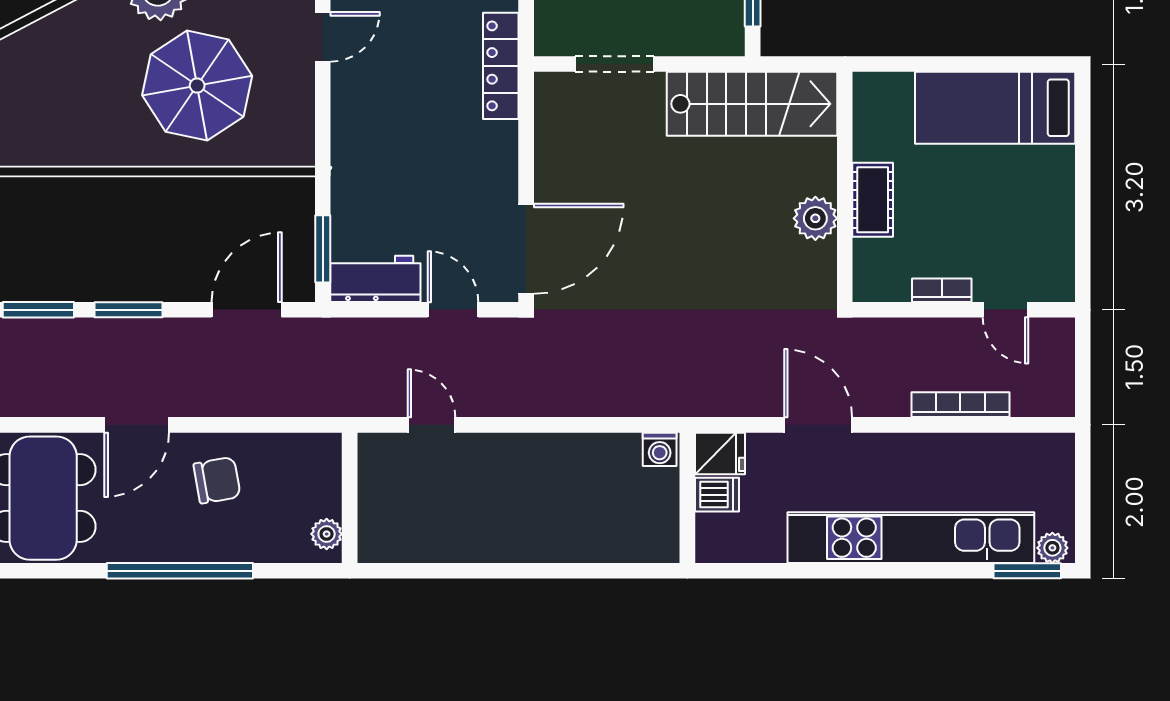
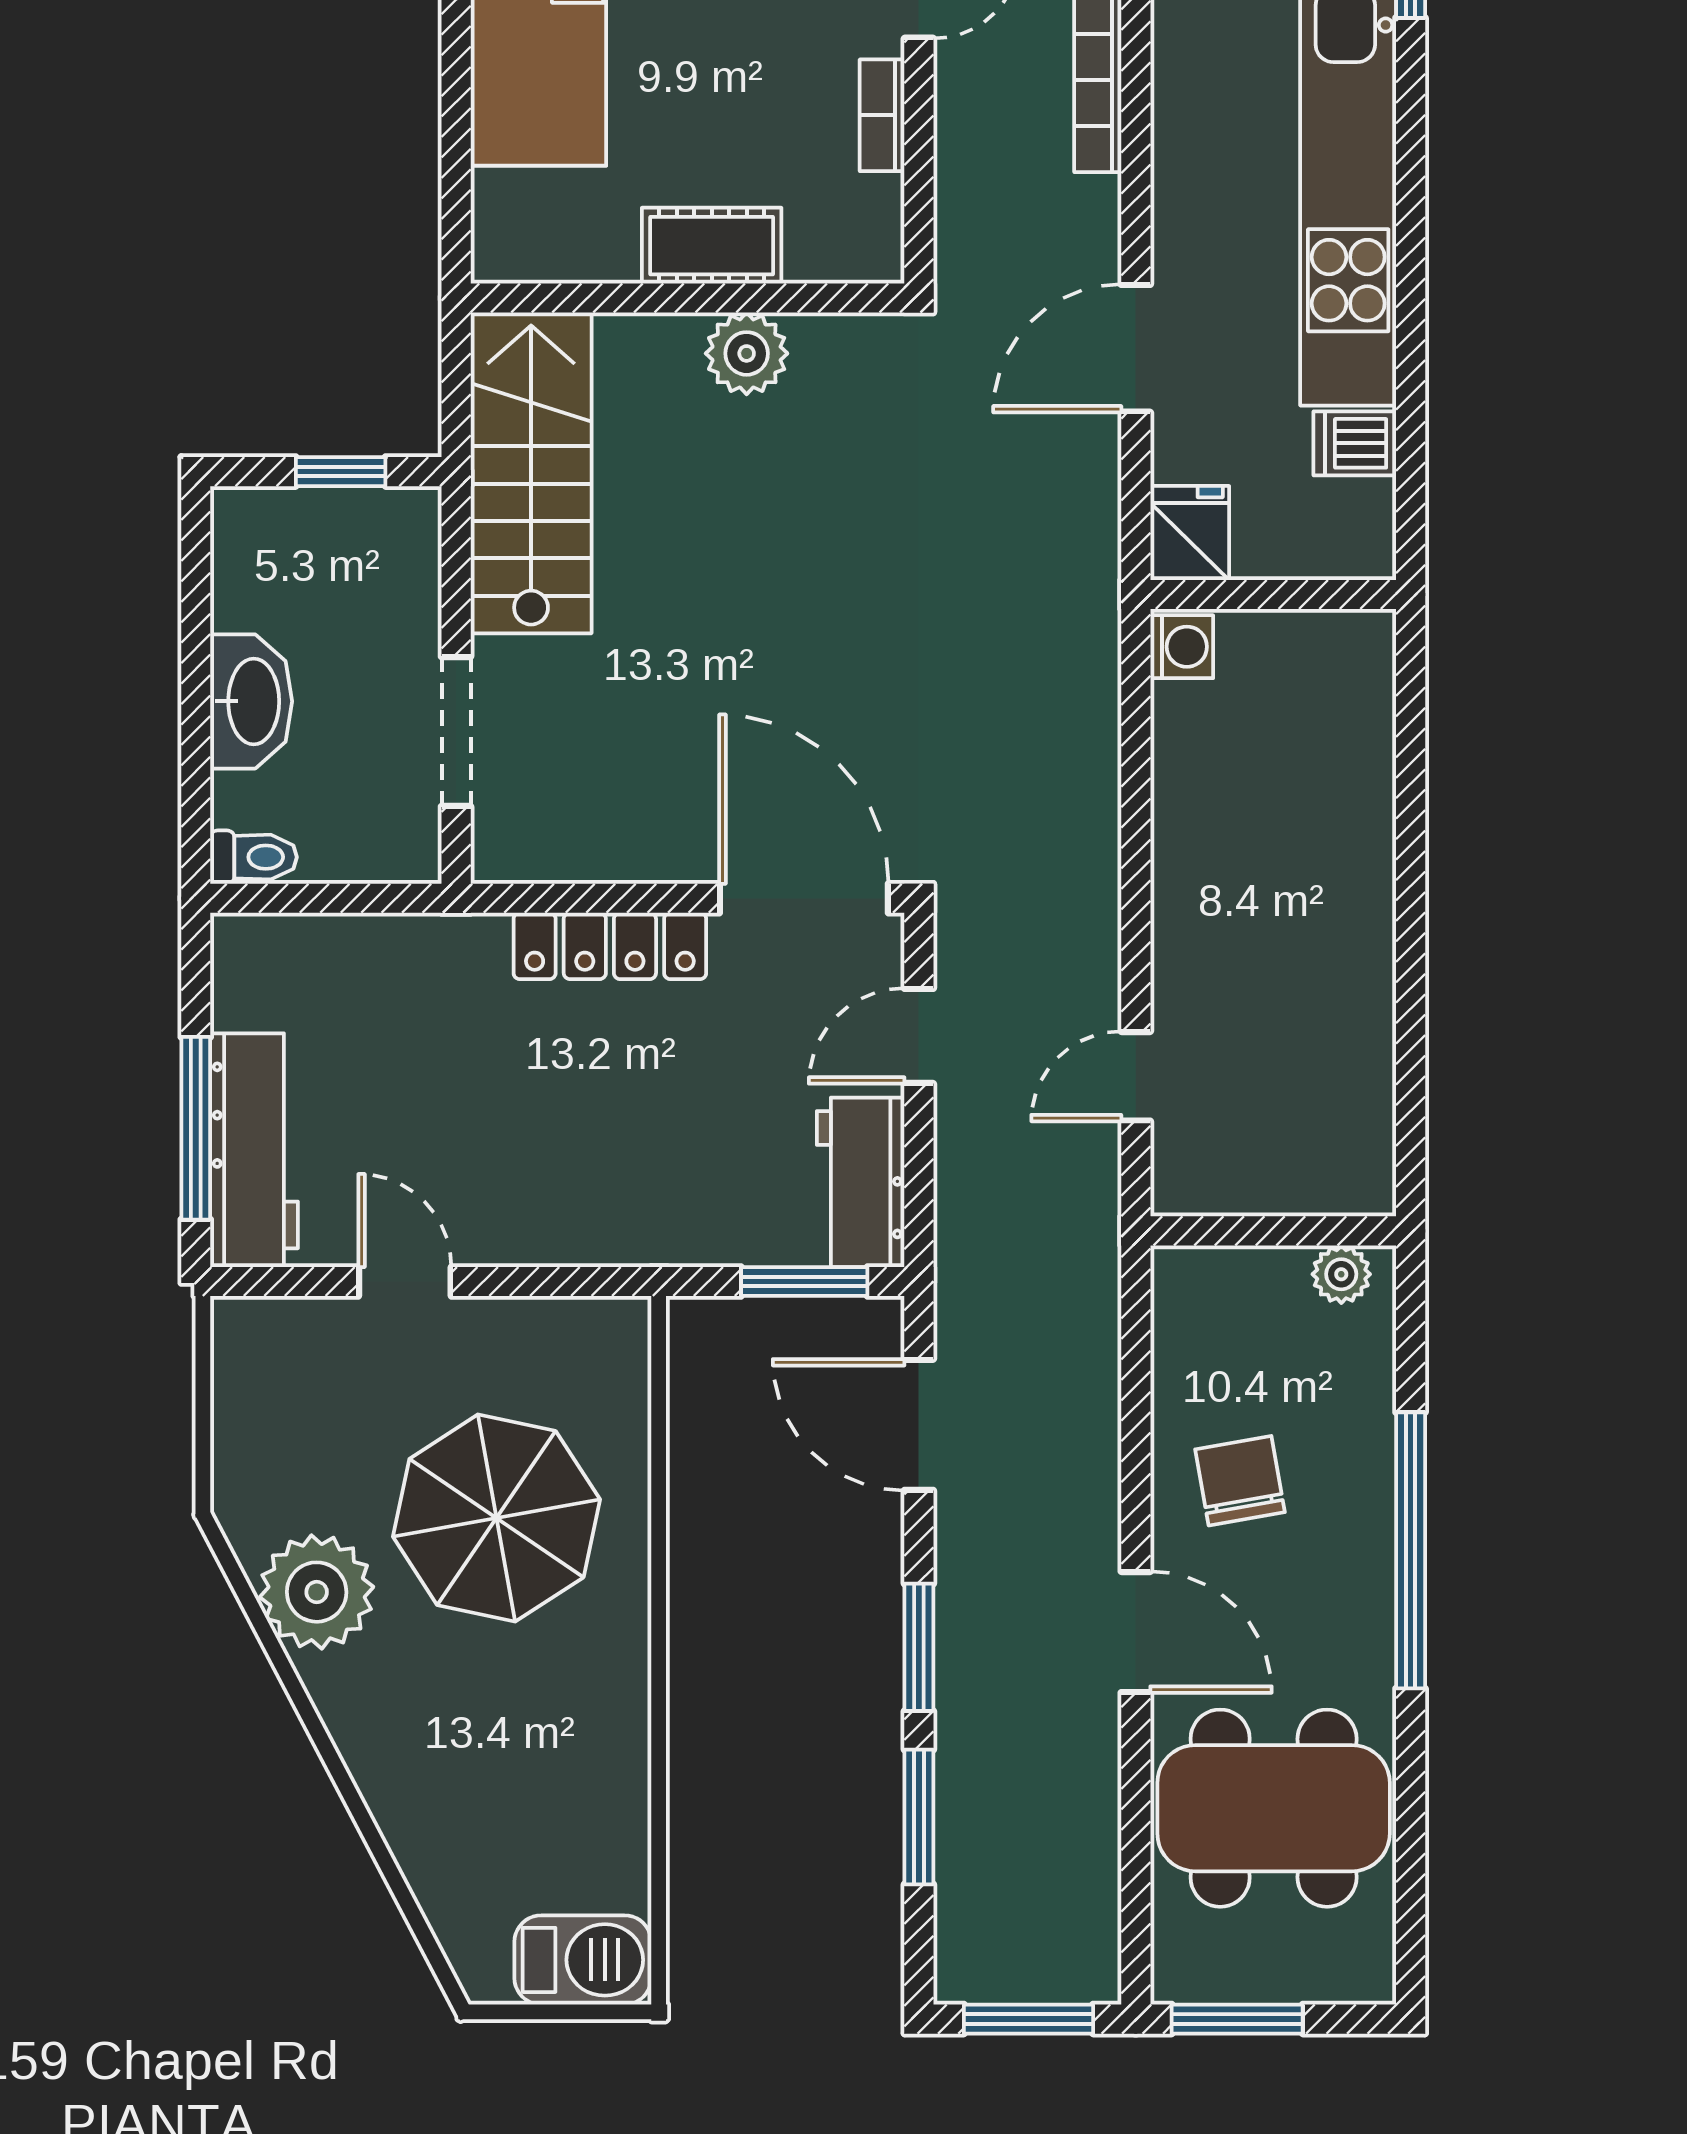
locker: (501, 66) -> (610, 946), moved
dishwasher: (717, 495) -> (1355, 443), moved, turned -90

